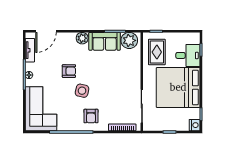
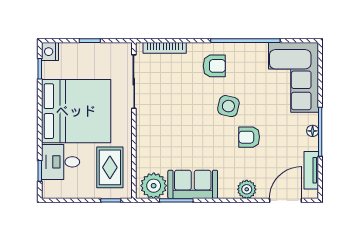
plant: (82, 38) -> (247, 189), moved
armchair: (91, 116) -> (214, 66), turned 90

